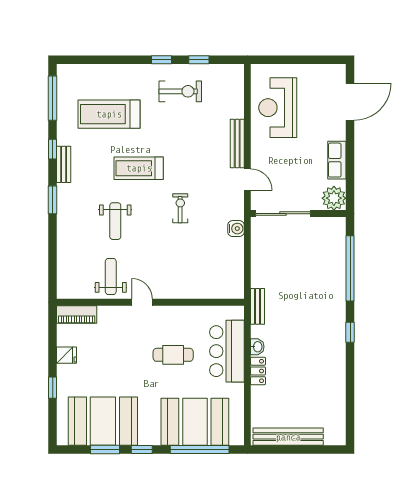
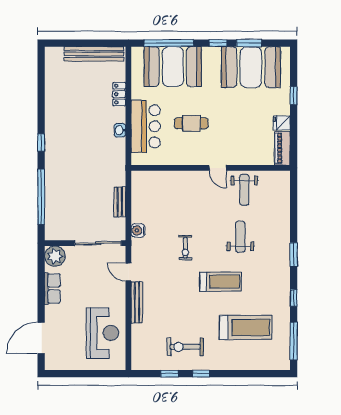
bench: (64, 164) -> (284, 285), removed
bench: (257, 306) -> (120, 202), moved
piano: (77, 315) -> (283, 148), moved, turned -90
locker: (258, 371) -> (119, 94), moved

